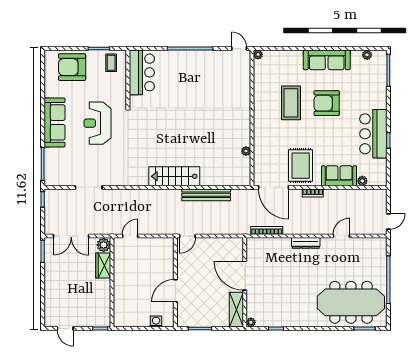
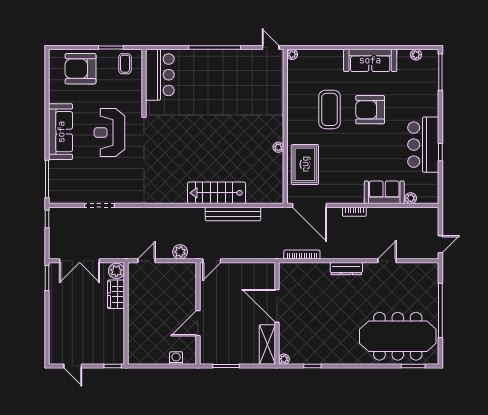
plant: (246, 151) -> (278, 147), moved
rug: (301, 166) -> (305, 164), moved
stairs: (174, 176) -> (216, 193), moved
plant: (160, 228) -> (180, 252), added

